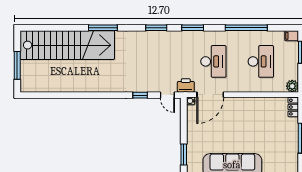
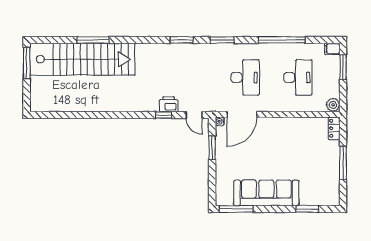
window: (103, 28) -> (93, 40), moved
window: (17, 65) -> (27, 63), moved
printer: (186, 85) -> (169, 104), moved
window: (184, 155) -> (212, 148), moved

